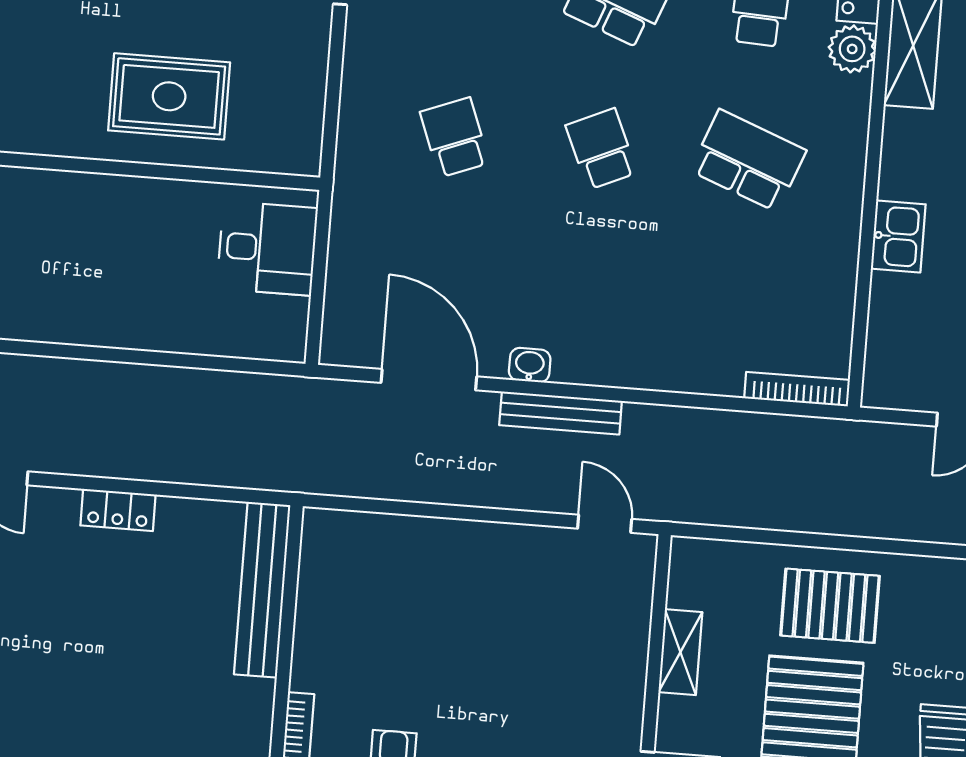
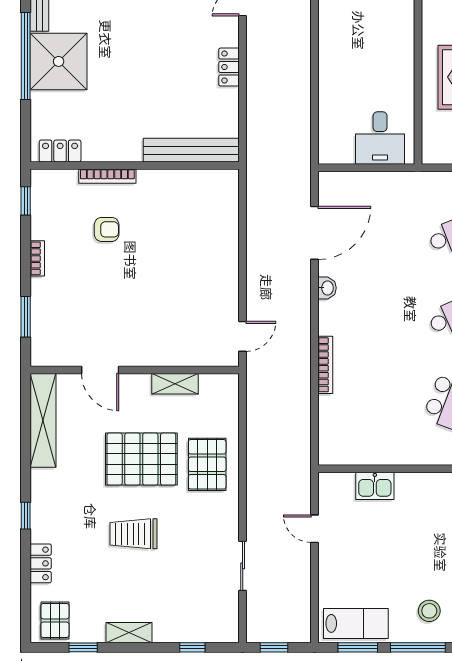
kitchen sink: (898, 237) -> (375, 486), moved
bookcase: (797, 389) -> (325, 365), moved
bench: (561, 413) -> (302, 307), removed

